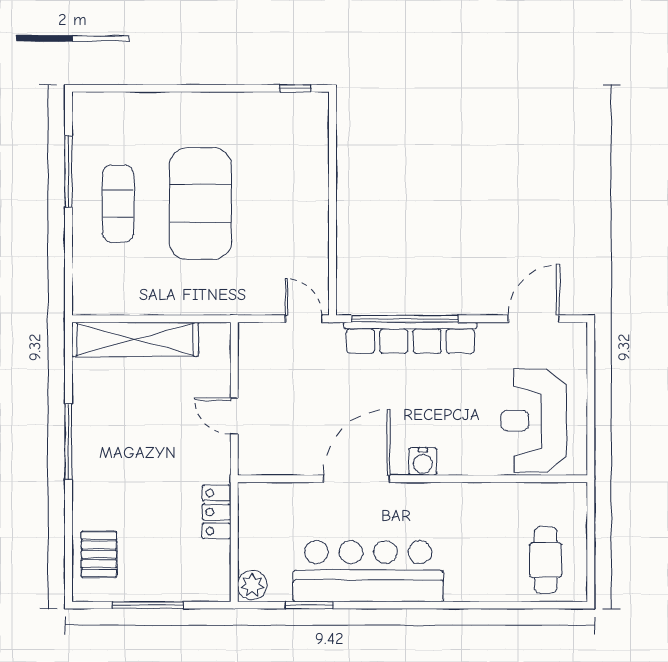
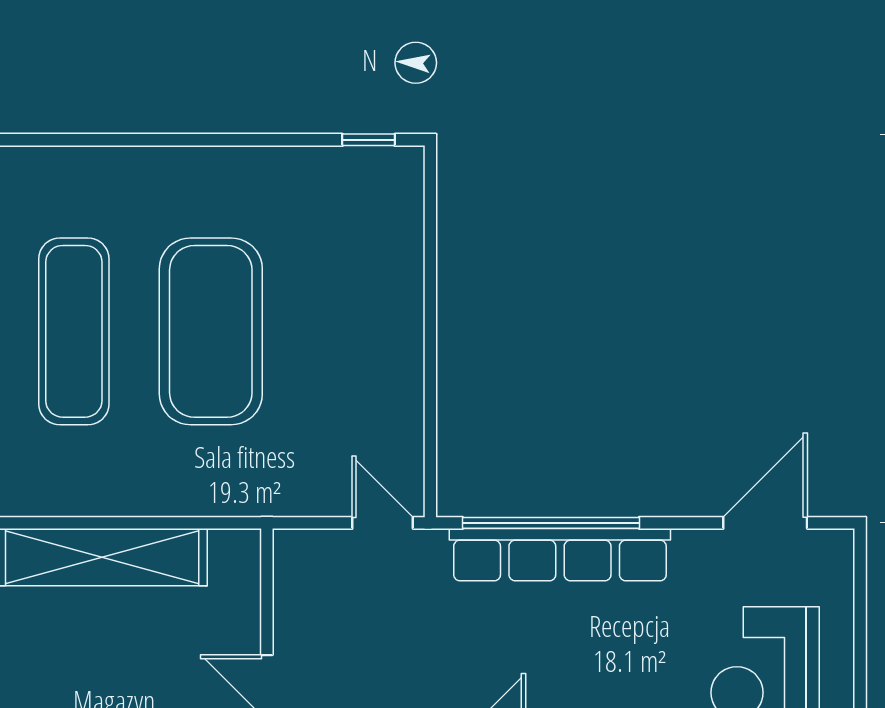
exercise mat: (118, 203) -> (74, 331), width x1.36, depth x1.45

